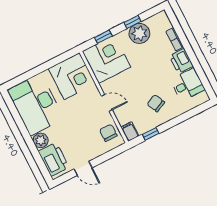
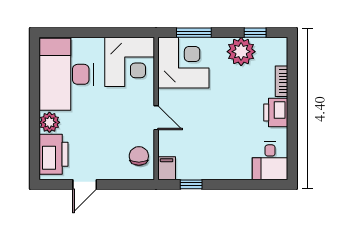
window: (133, 22) -> (255, 33), moved
window: (103, 37) -> (194, 33), width x1.50
desk: (187, 85) -> (270, 161), moved, turned 90
chair: (156, 103) -> (217, 149), removed
door: (83, 168) -> (85, 184), hinge flipped

